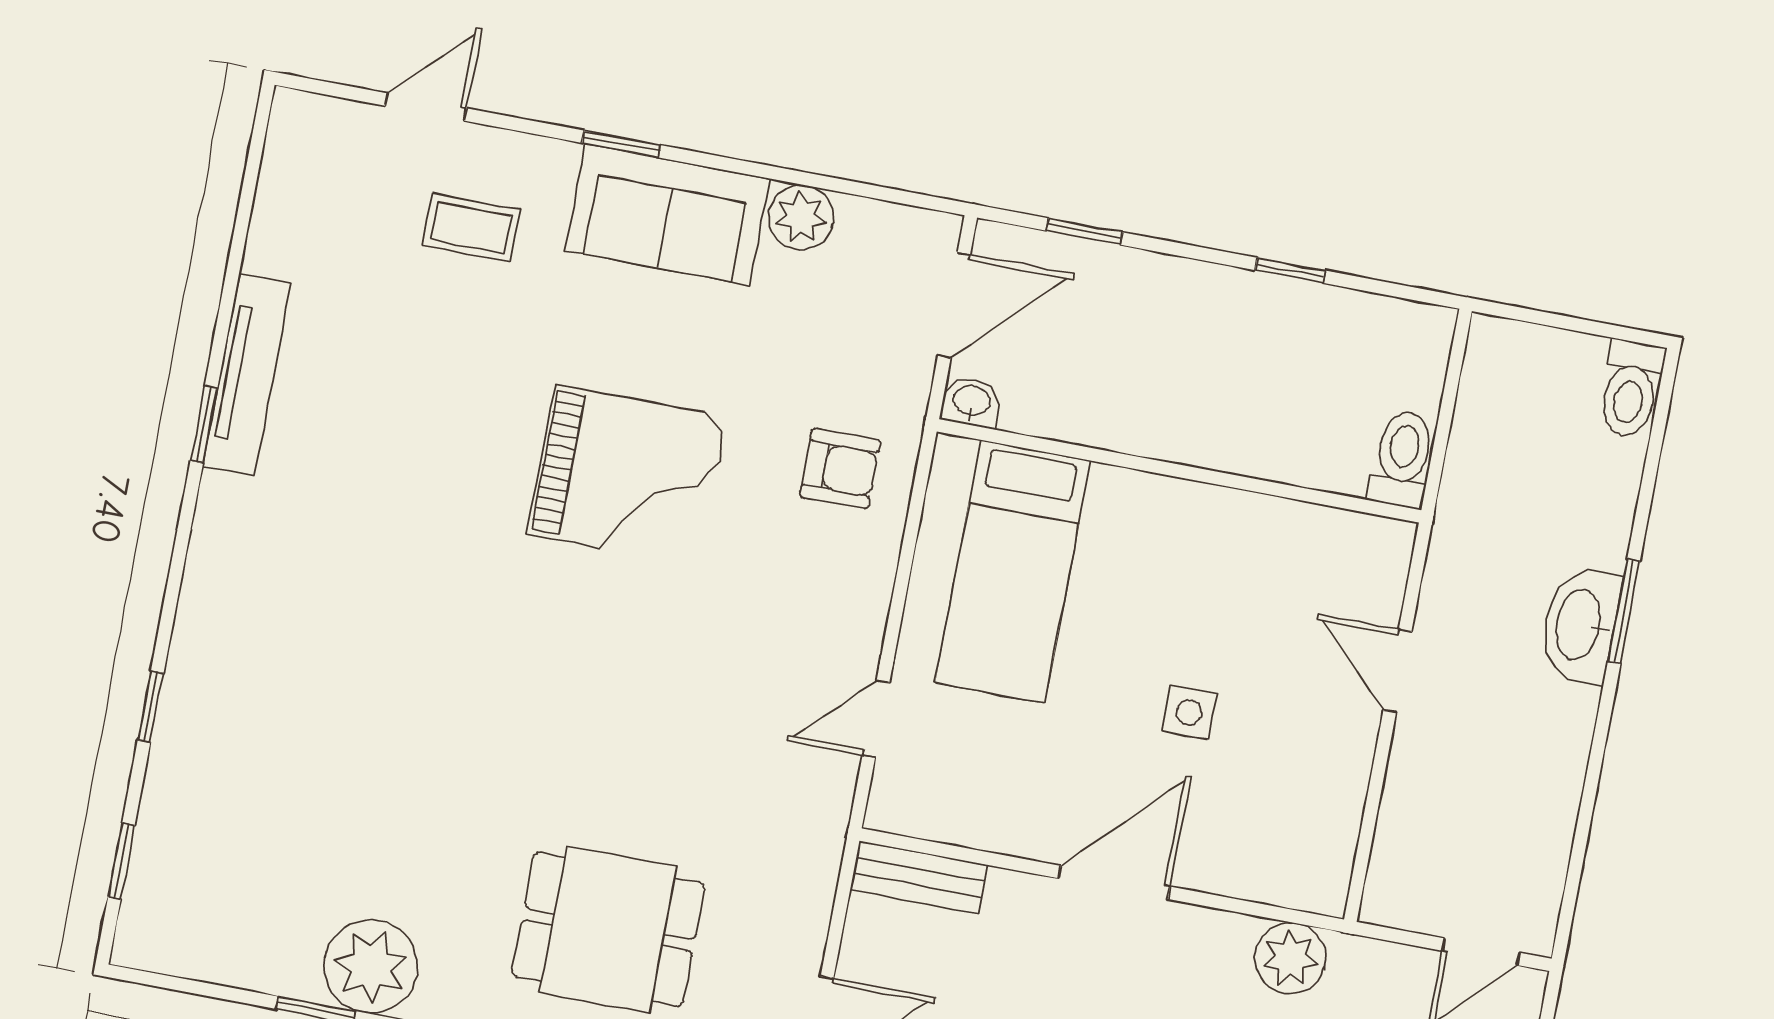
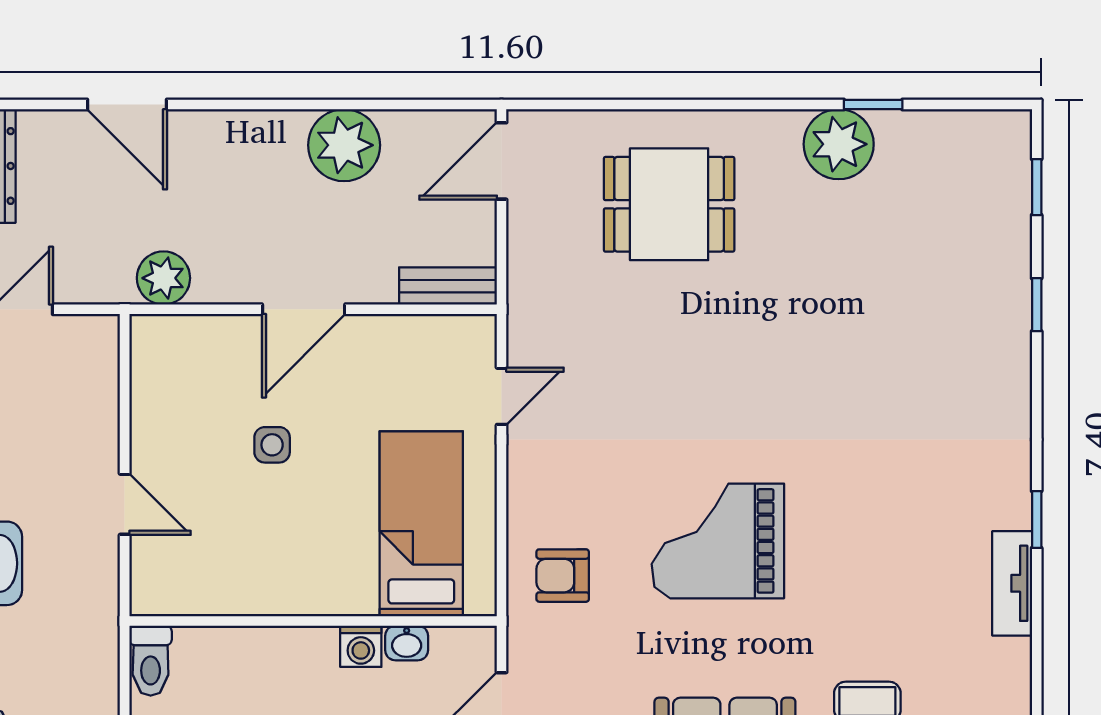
tv unit: (247, 375) -> (1012, 583), width x0.71
washbasin: (971, 402) -> (407, 643), moved
washing machine: (1123, 426) -> (361, 646), added

